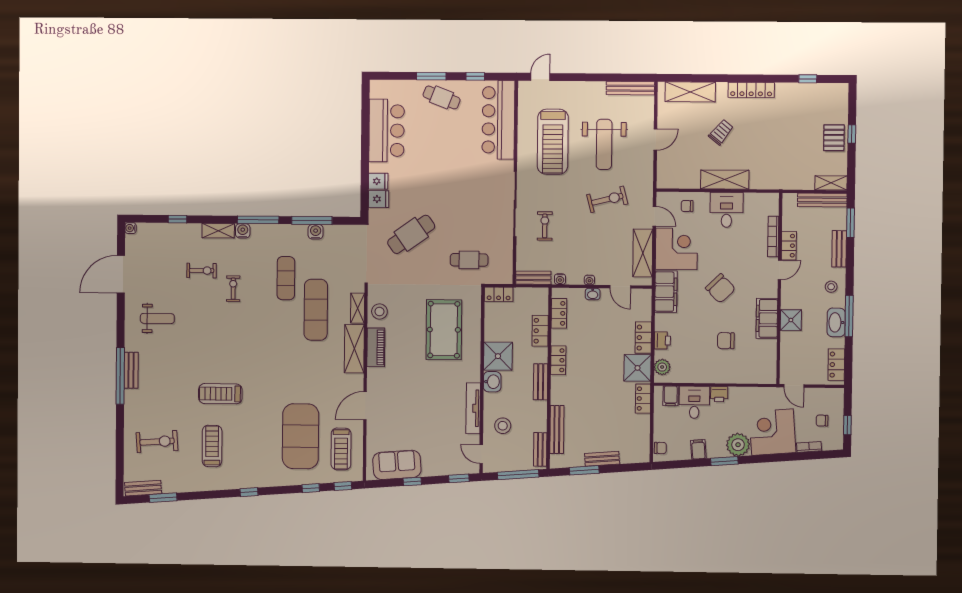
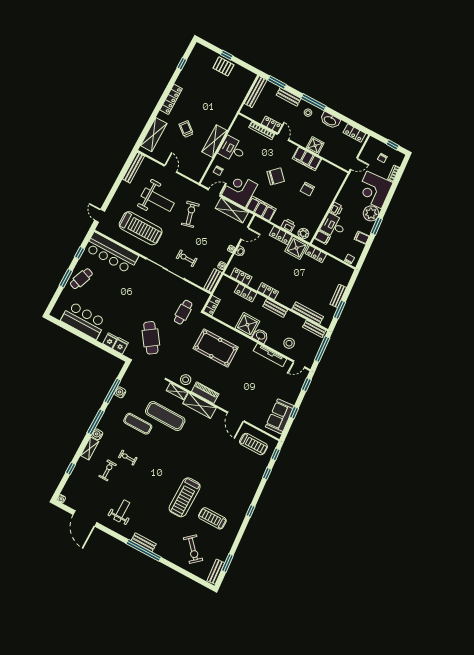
shelving: (831, 183) -> (248, 82), removed
window: (849, 316) -> (314, 102), moved
treadmill: (220, 394) -> (185, 497), width x1.37, depth x1.38
exercise mat: (301, 436) -> (234, 464), removed
exercise bike: (157, 442) -> (193, 549), turned 142

